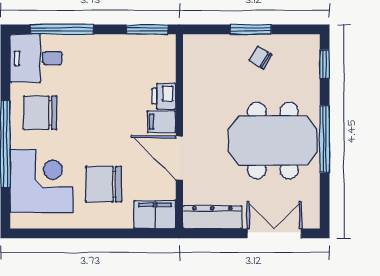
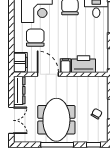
printer: (164, 96) -> (84, 64), width x1.87, depth x1.48
door: (179, 158) -> (48, 74), hinge flipped

